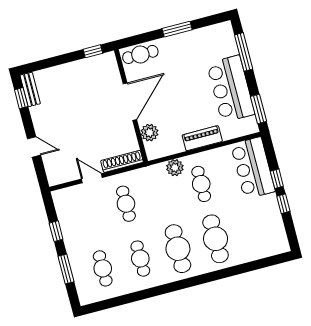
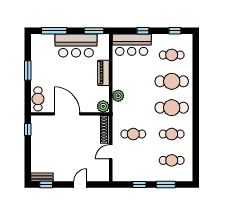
plant: (150, 133) -> (103, 106), moved
cafe table: (201, 184) -> (172, 55), moved
window: (283, 204) -> (175, 31), moved

